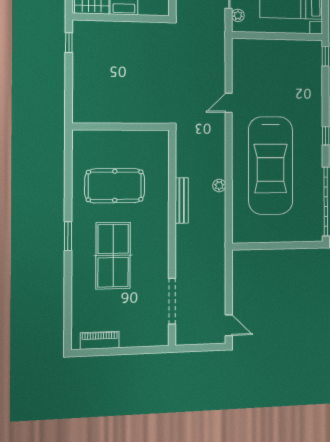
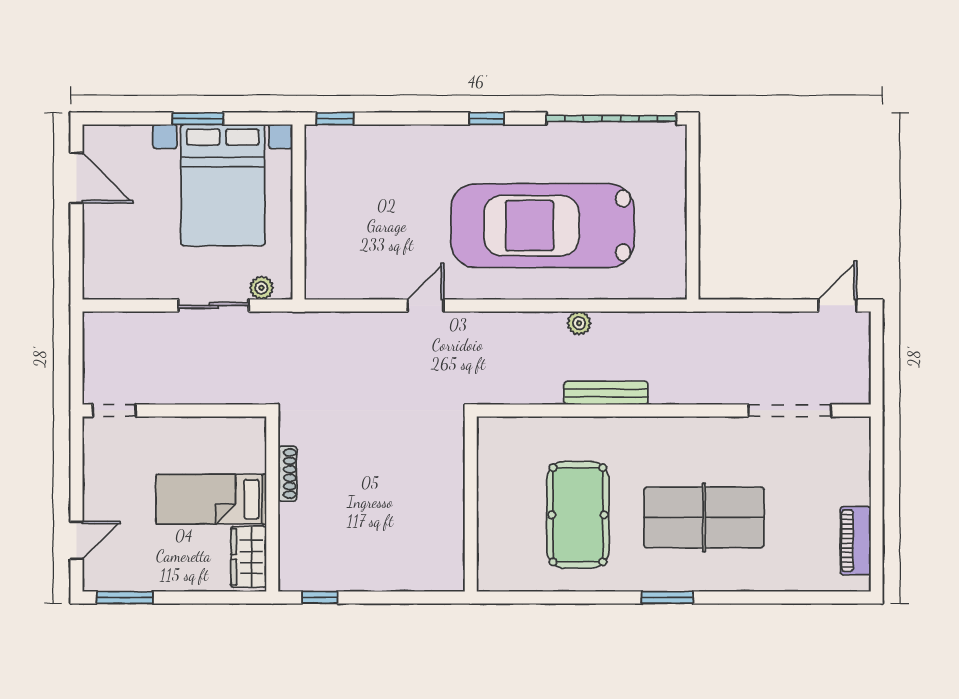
shoe rack: (138, 27) -> (287, 474), added
door: (229, 103) -> (426, 305), swing flipped
car: (271, 166) -> (542, 226), turned 180

